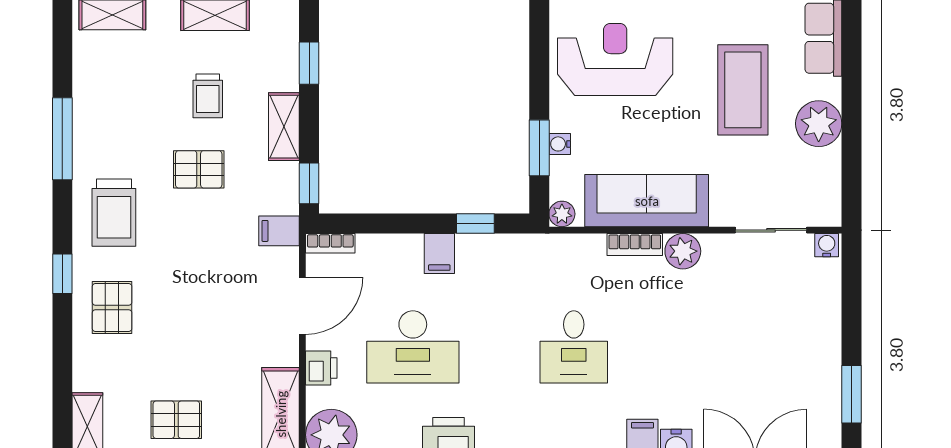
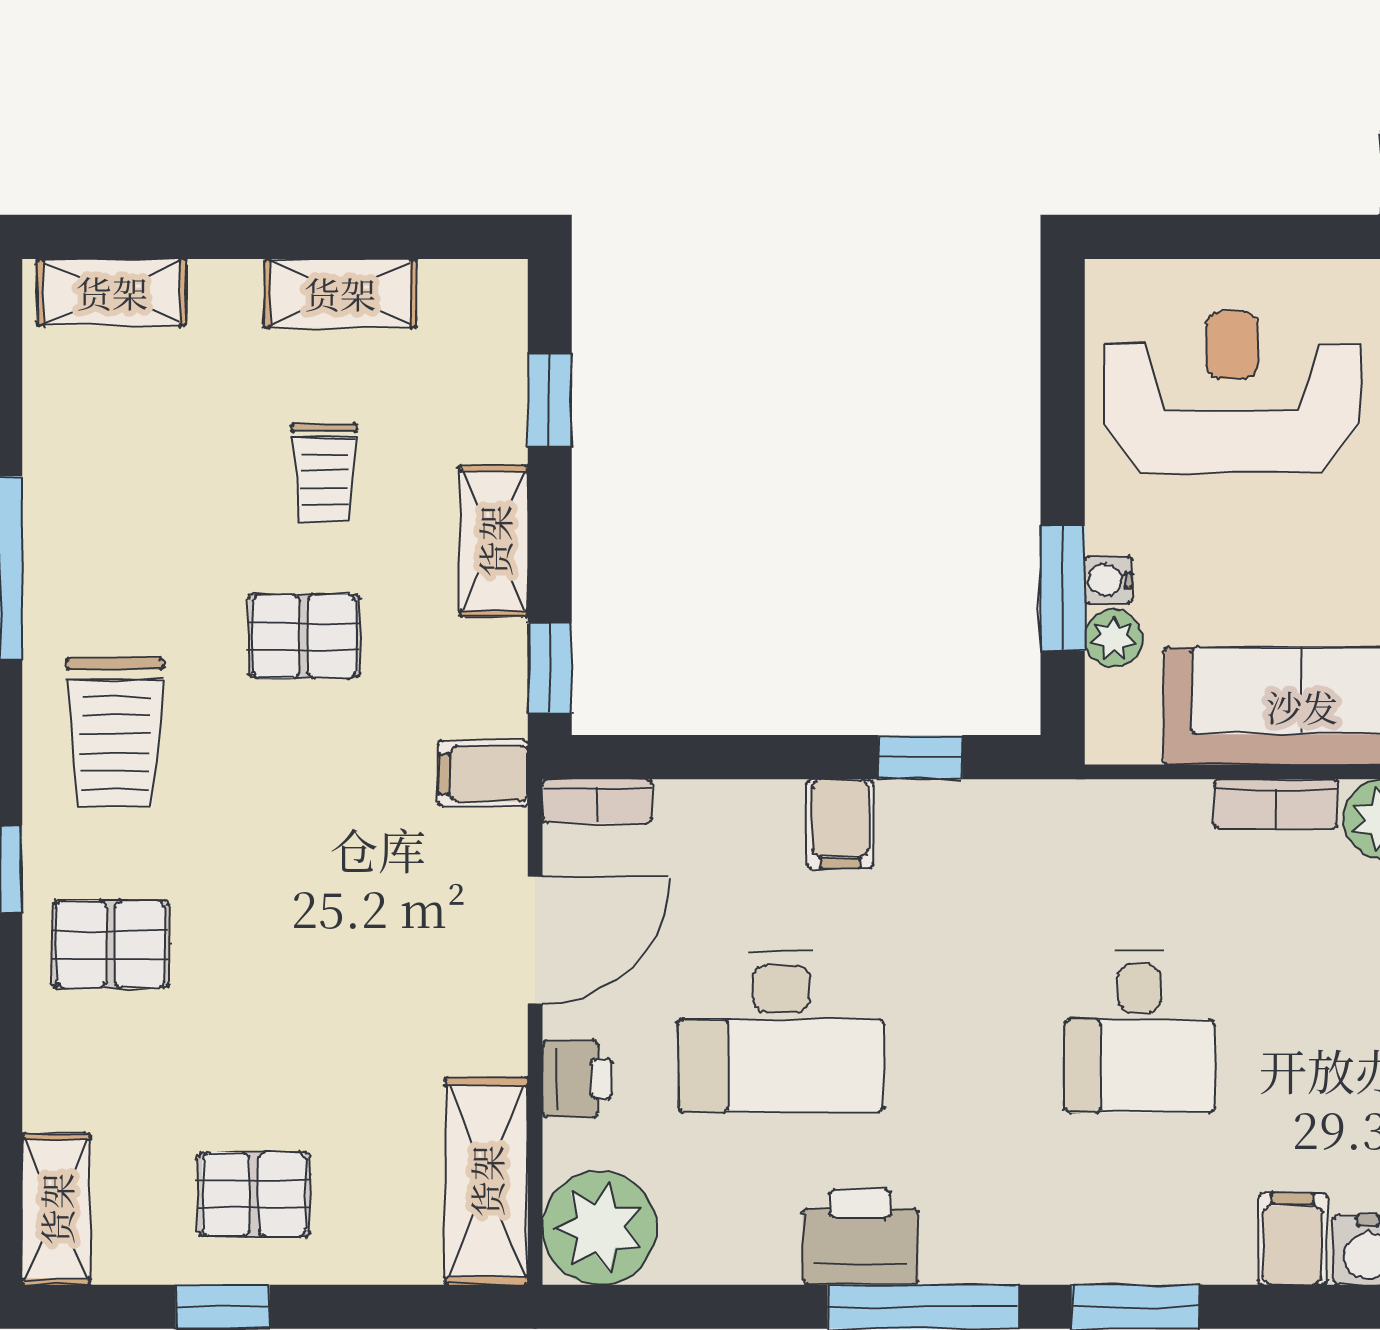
plant: (562, 214) -> (1113, 638), moved
pallet: (112, 307) -> (111, 944), turned 90

